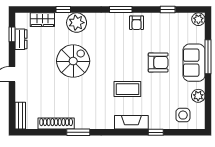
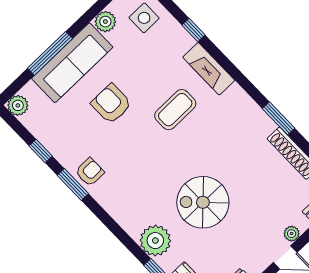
window: (121, 10) -> (73, 184), moved
sofa: (194, 63) -> (72, 63), width x1.36
plant: (20, 88) -> (292, 234), added
coffee table: (127, 89) -> (175, 110), turned 90

